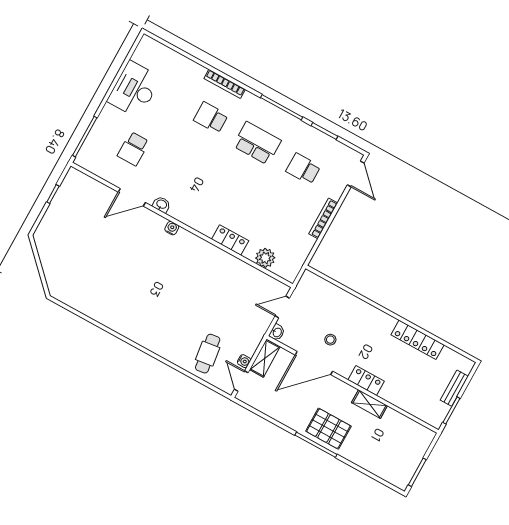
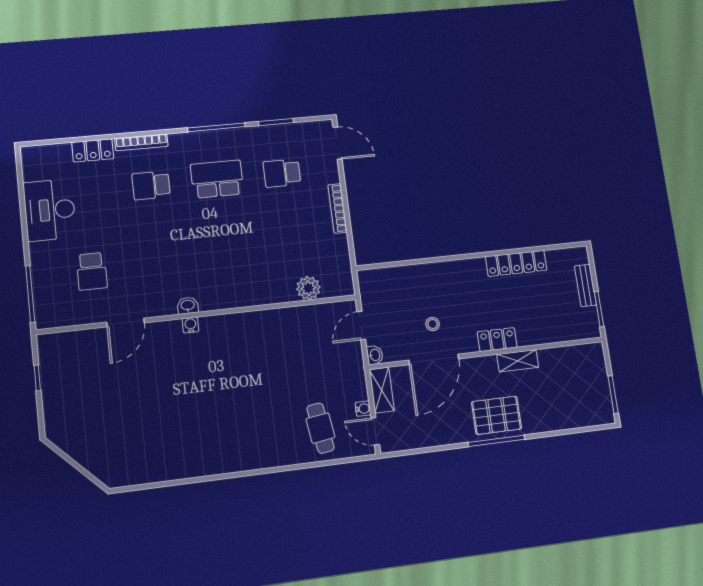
washbasin: (162, 205) -> (188, 305), moved
locker: (230, 240) -> (93, 150), moved, turned 180

